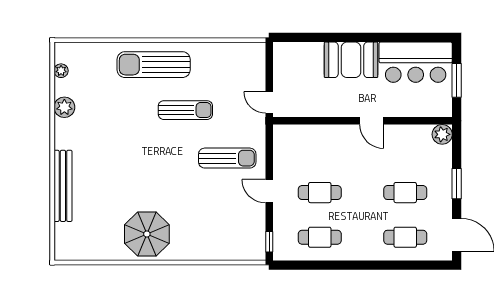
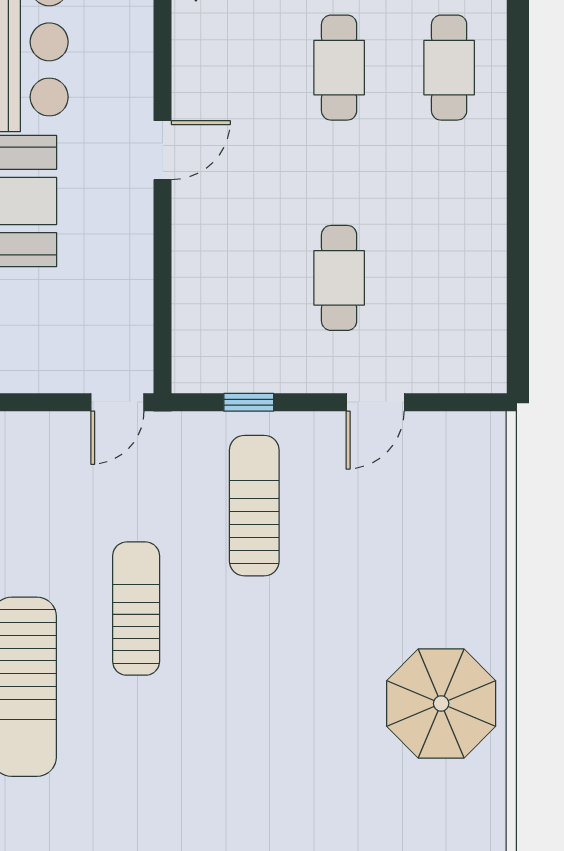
door: (269, 191) -> (375, 402), moved
cafe table: (320, 237) -> (449, 278), removed
window: (269, 242) -> (249, 402), moved

